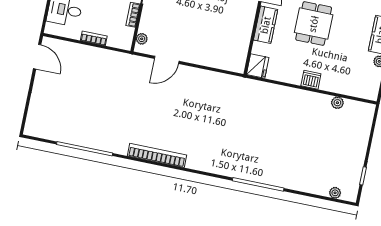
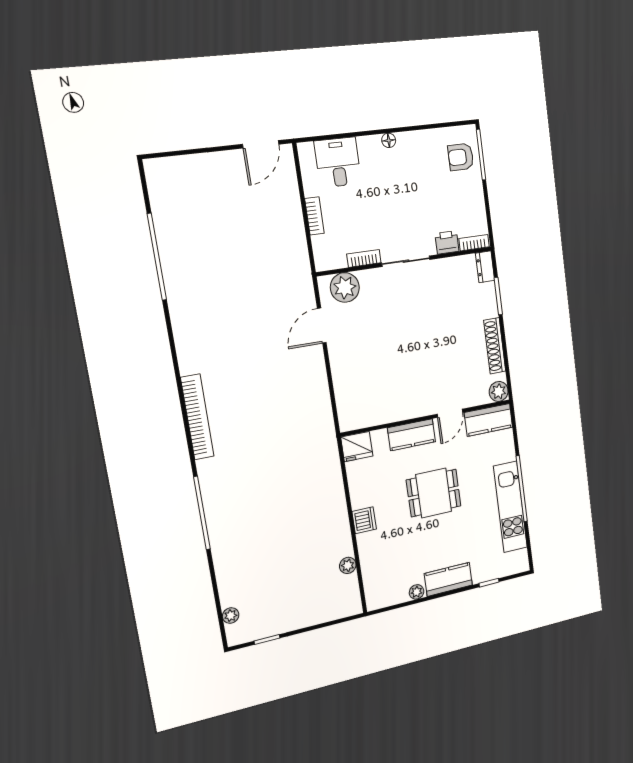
plant: (142, 39) -> (345, 287), width x1.88, depth x1.88
door: (167, 60) -> (322, 326), hinge flipped
bookcase: (157, 155) -> (197, 417), moved

